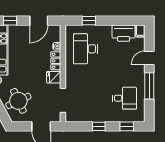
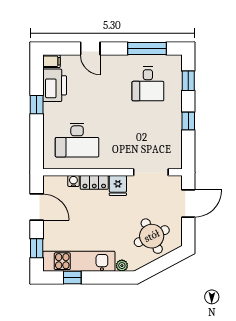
window: (89, 21) -> (37, 105), moved
window: (149, 86) -> (147, 49), moved
desk: (125, 98) -> (148, 84), turned 180

